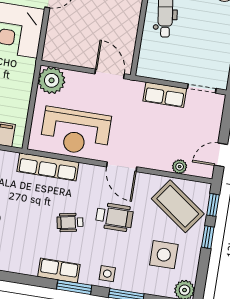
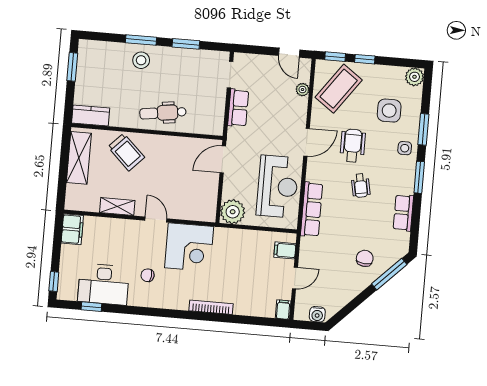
side table: (164, 255) -> (389, 111), moved
row of seats: (59, 271) -> (403, 213), moved

